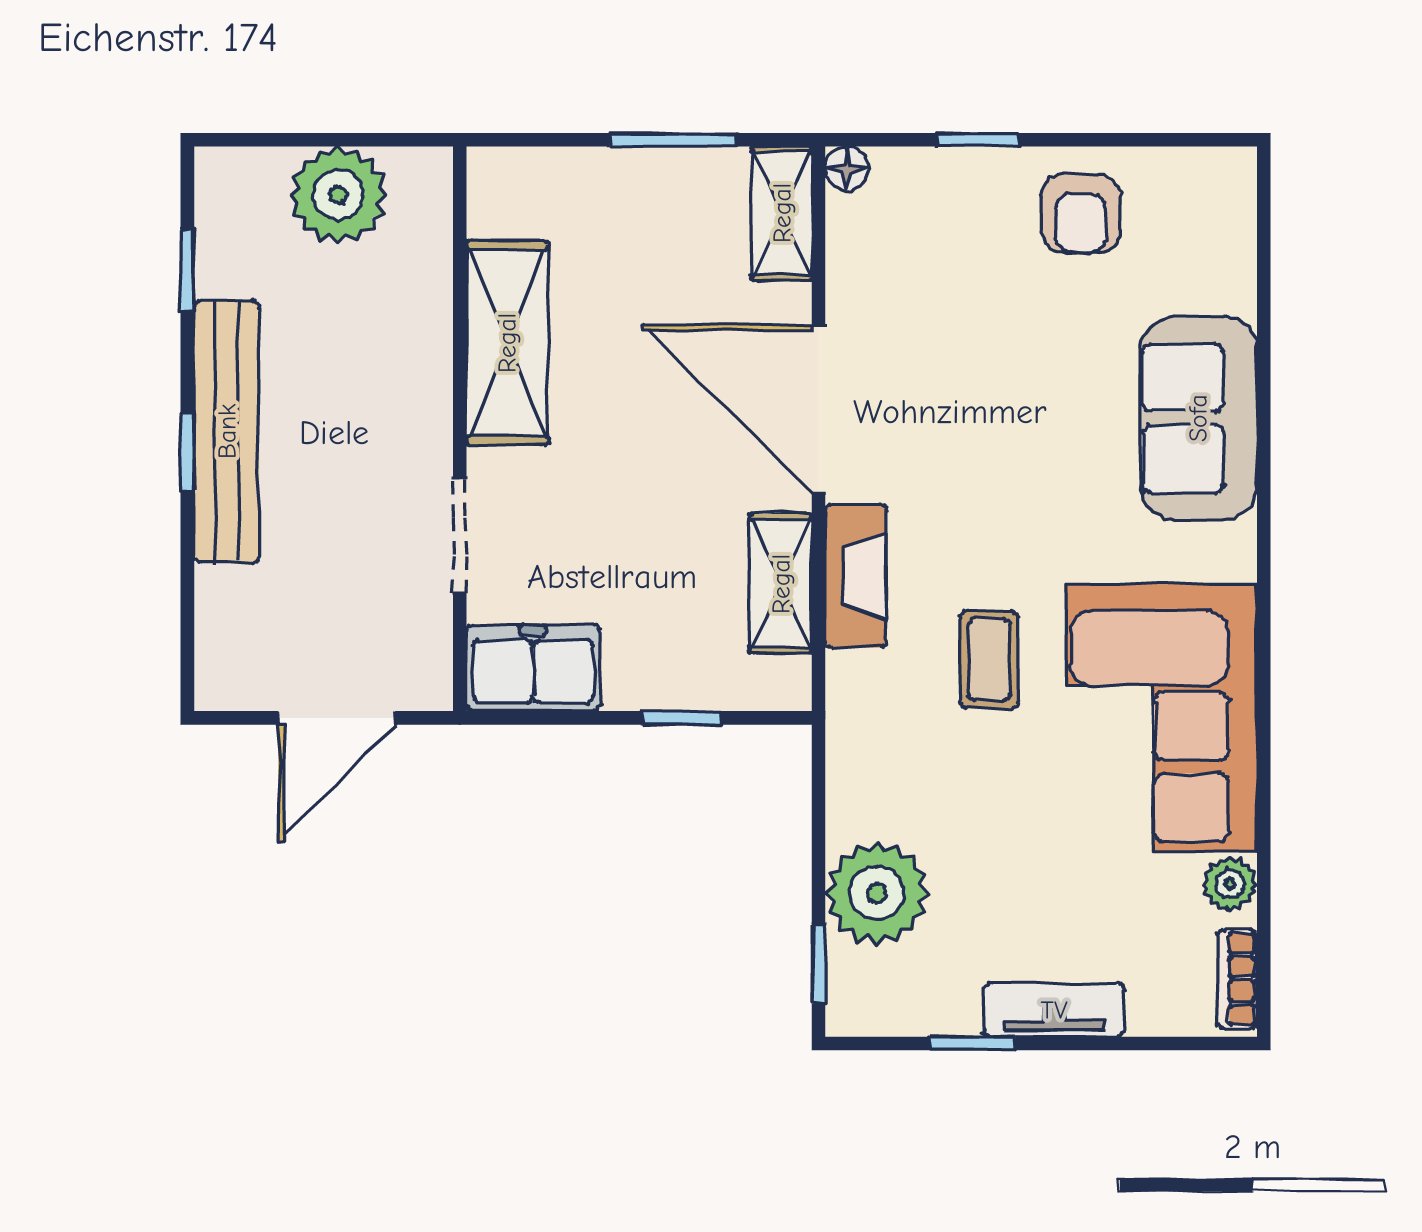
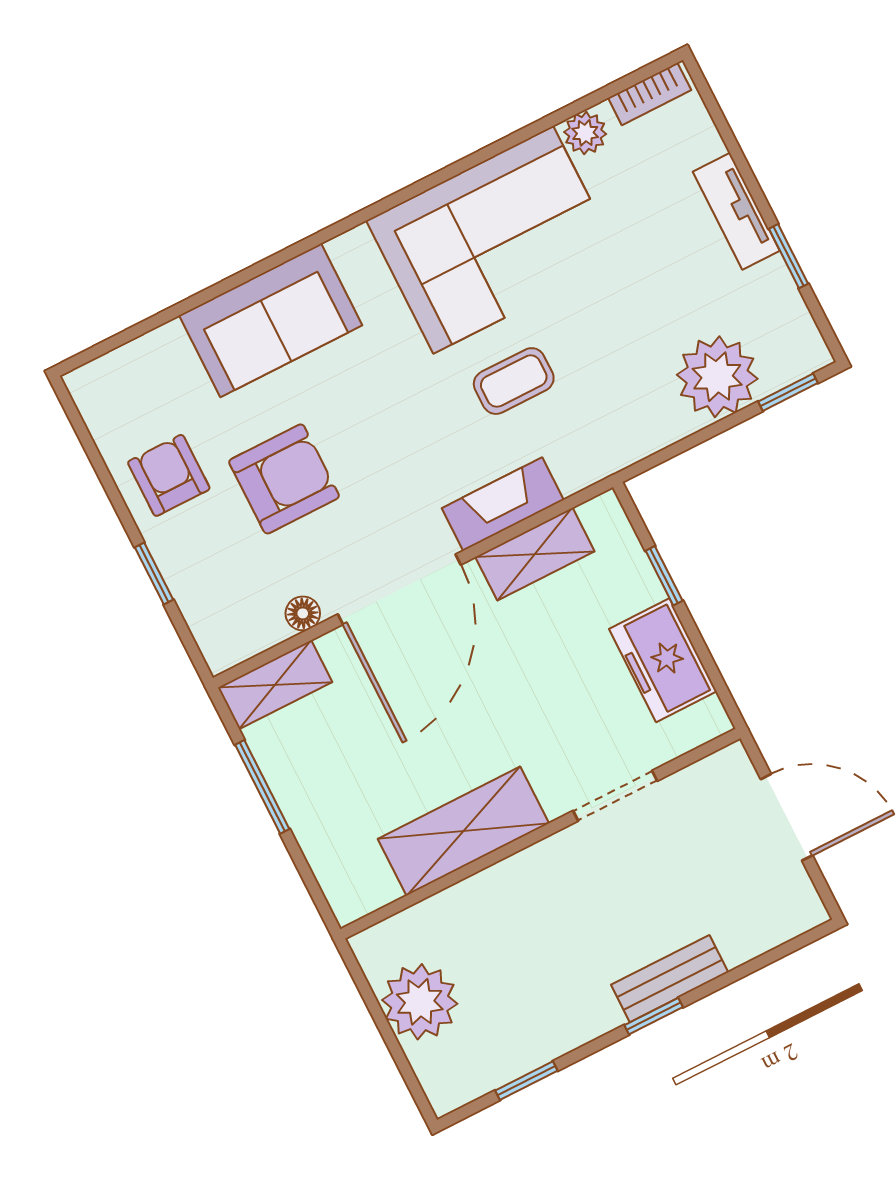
floor lamp: (847, 168) -> (303, 613), moved
armchair: (1081, 213) -> (169, 475), turned -90
armchair: (1011, 342) -> (284, 479), added
bench: (227, 431) -> (670, 979), width x0.54, depth x0.82
freezer: (533, 668) -> (663, 660), moved

